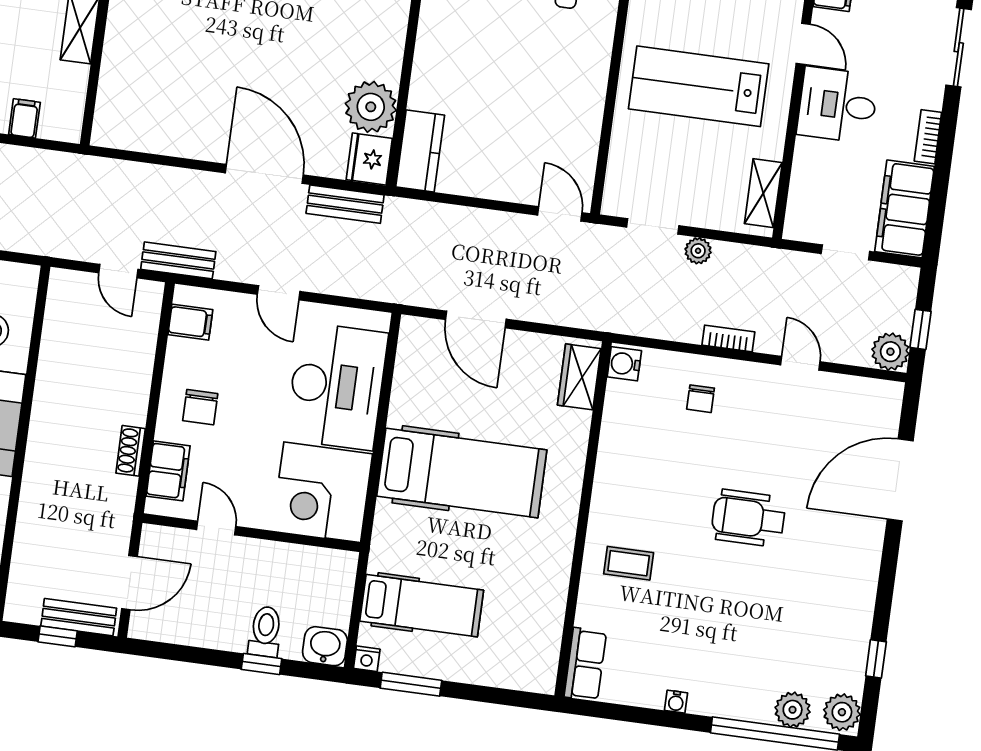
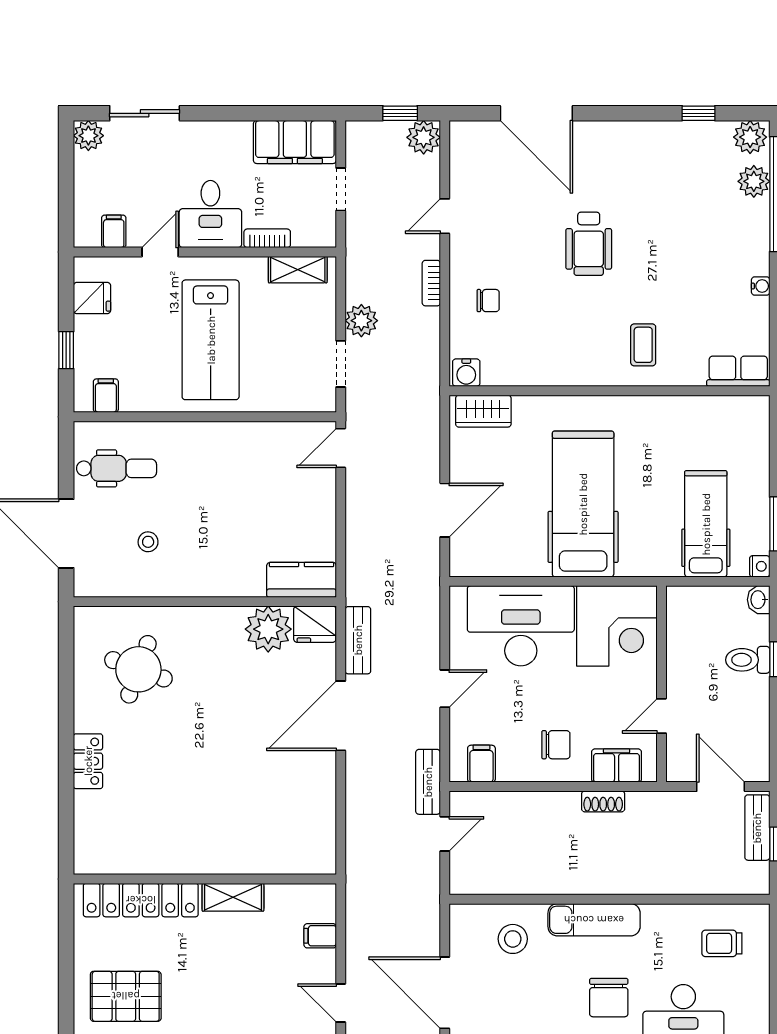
bookcase: (928, 137) -> (267, 238), moved, turned 180
plant: (698, 251) -> (361, 321), width x1.38, depth x1.38
washbasin: (325, 646) -> (759, 600), width x0.72, depth x0.69

